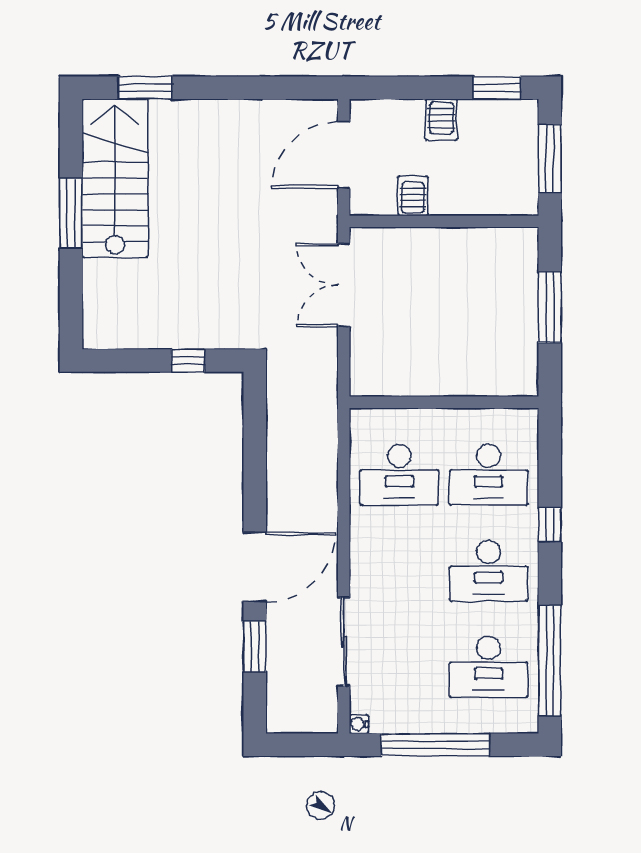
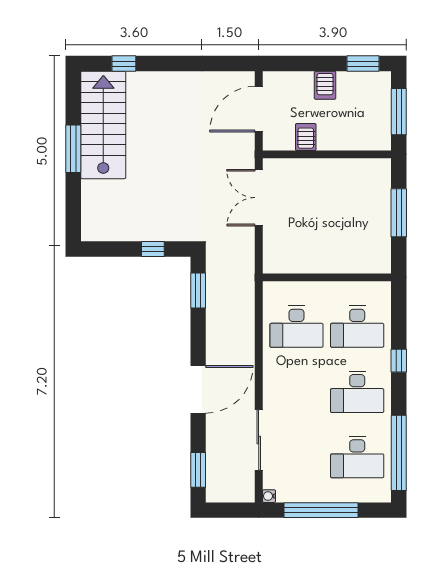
window: (145, 88) -> (124, 64), width x0.67
window: (255, 422) -> (198, 291), added
window: (255, 647) -> (198, 470), moved

